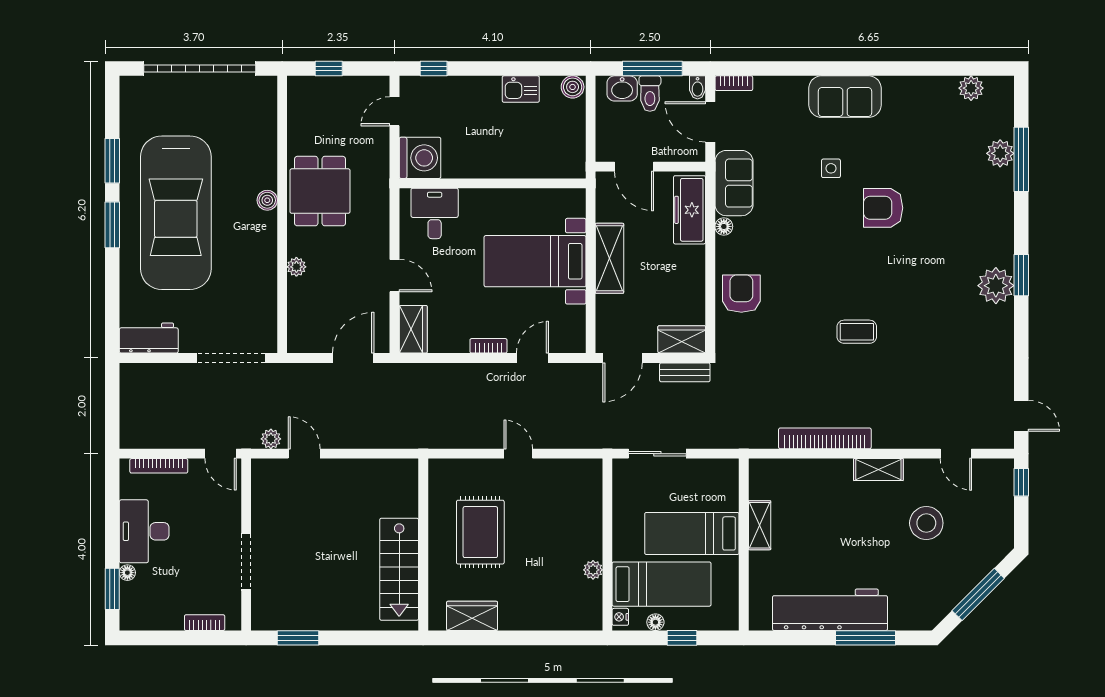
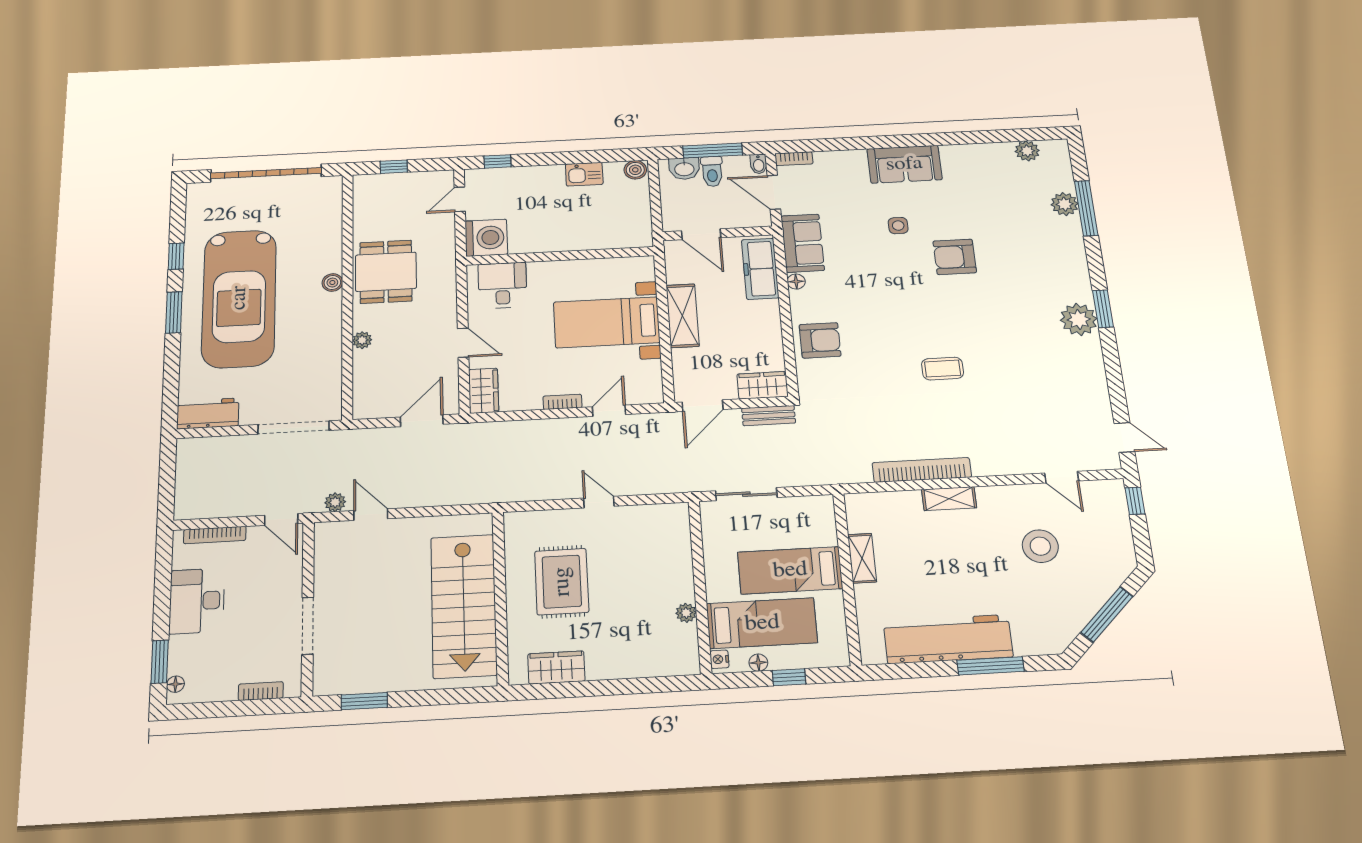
window: (112, 161) -> (176, 256), width x0.67
armchair: (741, 294) -> (820, 340), turned 90
shelving: (878, 470) -> (949, 499), moved
stairs: (399, 569) -> (464, 606), width x1.36, depth x1.51
floor lamp: (127, 573) -> (175, 684), moved

